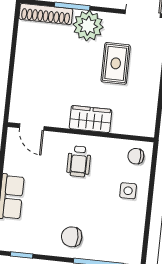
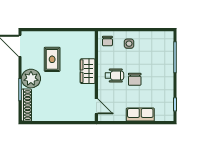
rug: (116, 63) -> (52, 59), turned 90
door: (32, 127) -> (96, 106), hinge flipped
chair: (72, 237) -> (135, 79), moved

